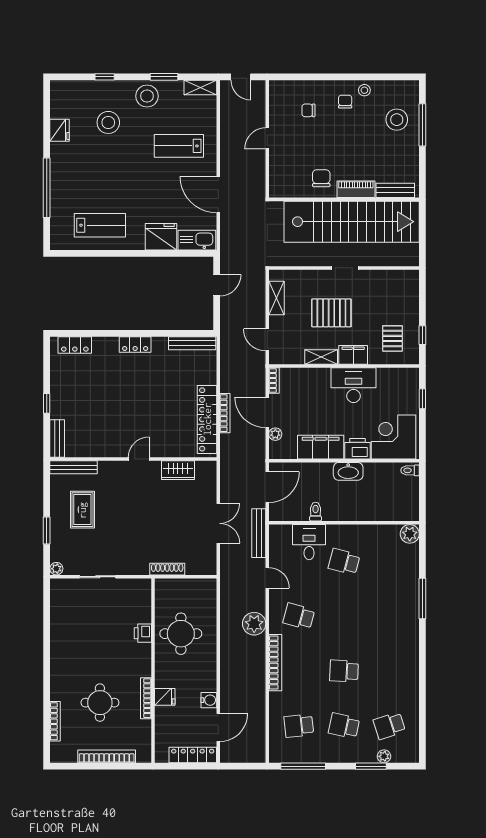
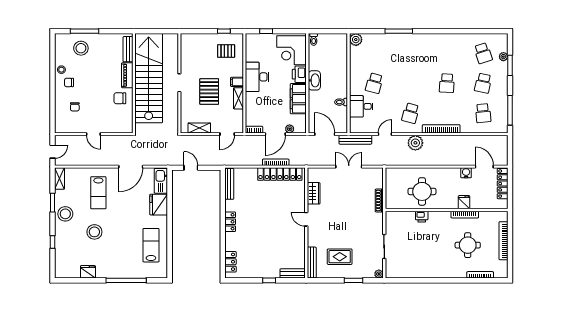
stool: (108, 122) -> (94, 232), moved
filing cabinet: (353, 355) -> (237, 82), width x0.50

